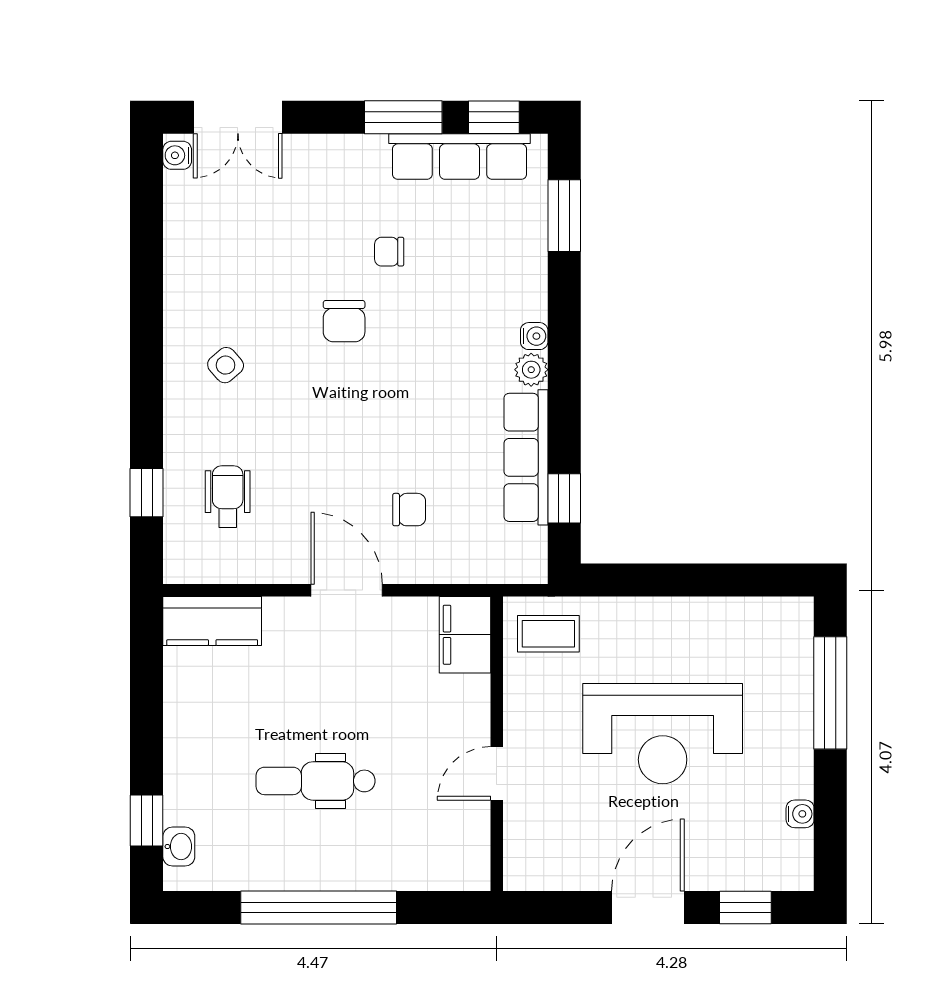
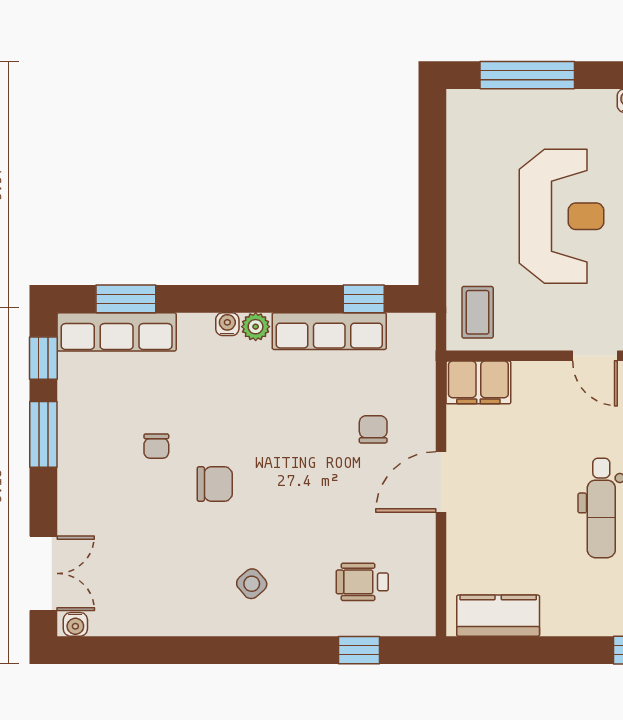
row of seats: (460, 157) -> (117, 332), moved, turned 90
kitchen counter: (212, 621) -> (498, 616), moved, turned -90

